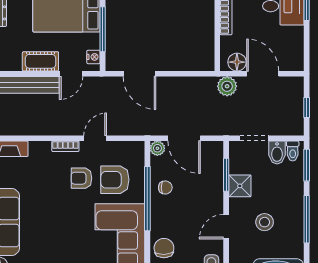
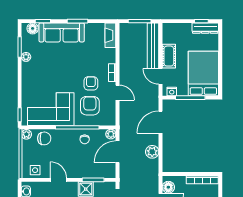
plant: (227, 86) -> (152, 152), moved

